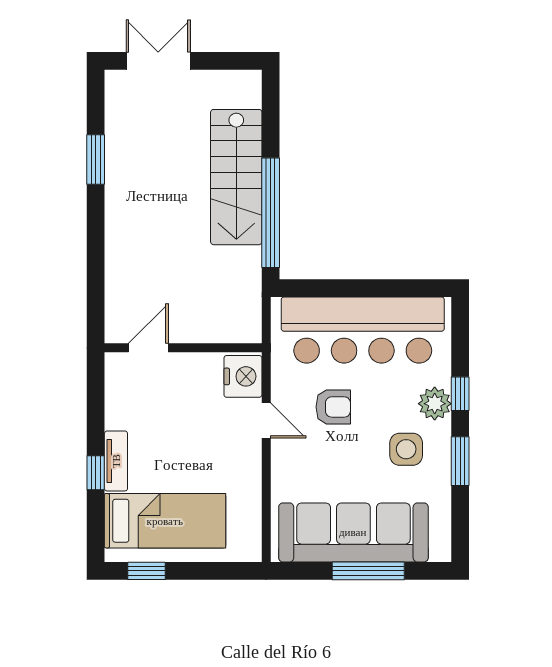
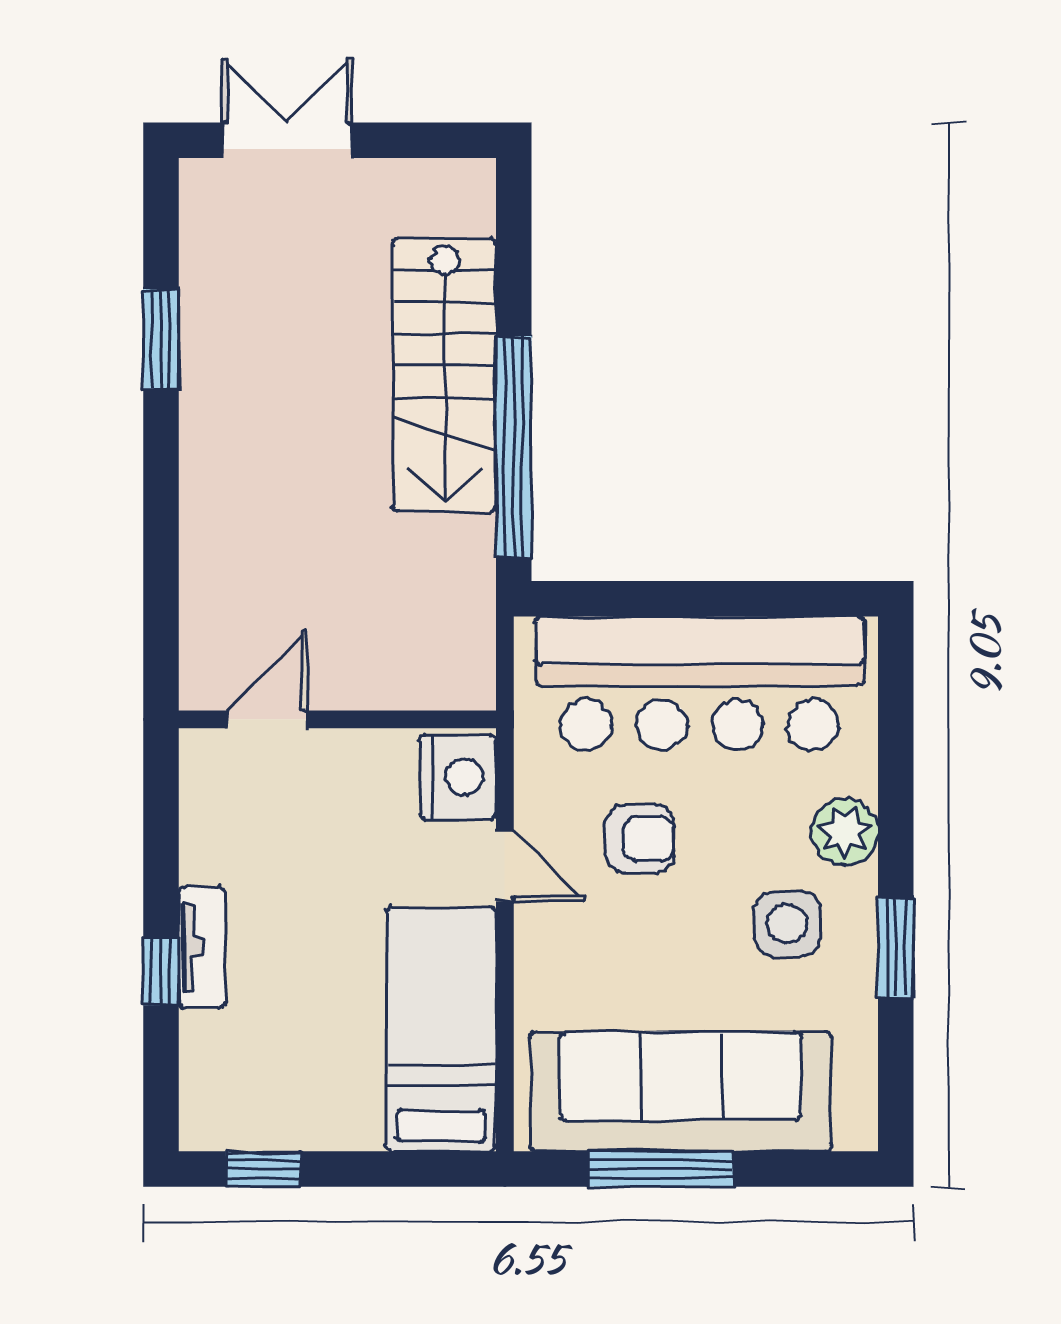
window: (460, 394) -> (896, 812), removed
bed: (165, 521) -> (441, 1029), moved, turned -90
window: (368, 571) -> (660, 1169), moved

